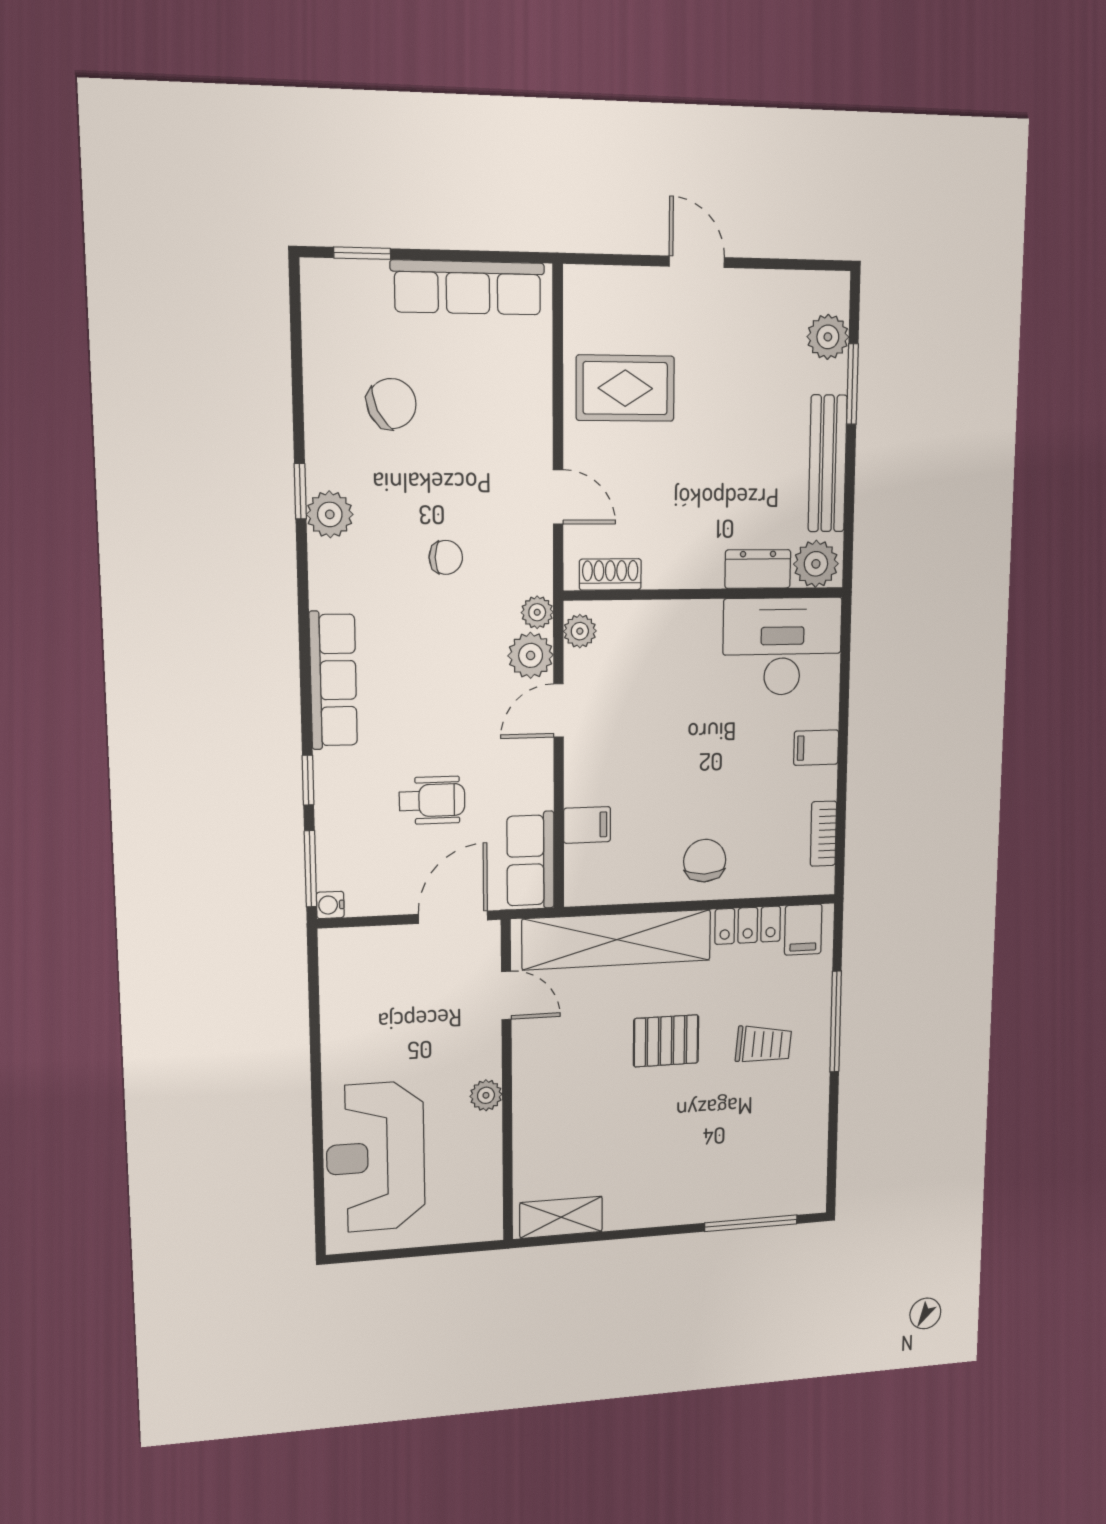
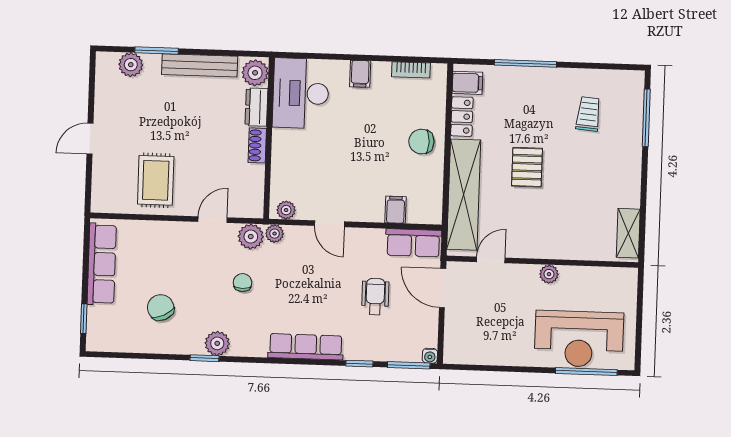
shoe rack: (610, 574) -> (257, 145), moved
plant: (531, 655) -> (251, 237), moved
trolley: (763, 1044) -> (588, 114), moved
window: (319, 1175) -> (586, 372), added

